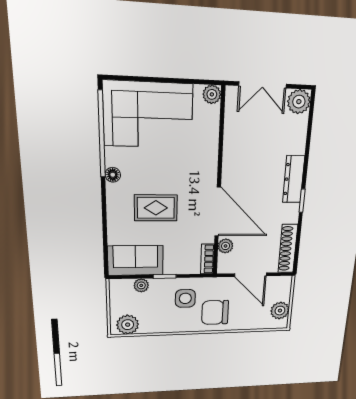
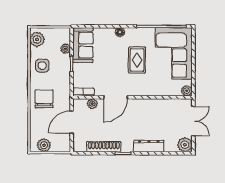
double door: (263, 85) -> (193, 121), swing flipped
floor lamp: (113, 175) -> (120, 32), moved
dresser: (294, 179) -> (149, 146), moved
rug: (156, 208) -> (137, 60), moved
door: (218, 212) -> (115, 97), width x0.73
shoe rack: (288, 249) -> (104, 147), moved
side table: (185, 298) -> (42, 66), moved

